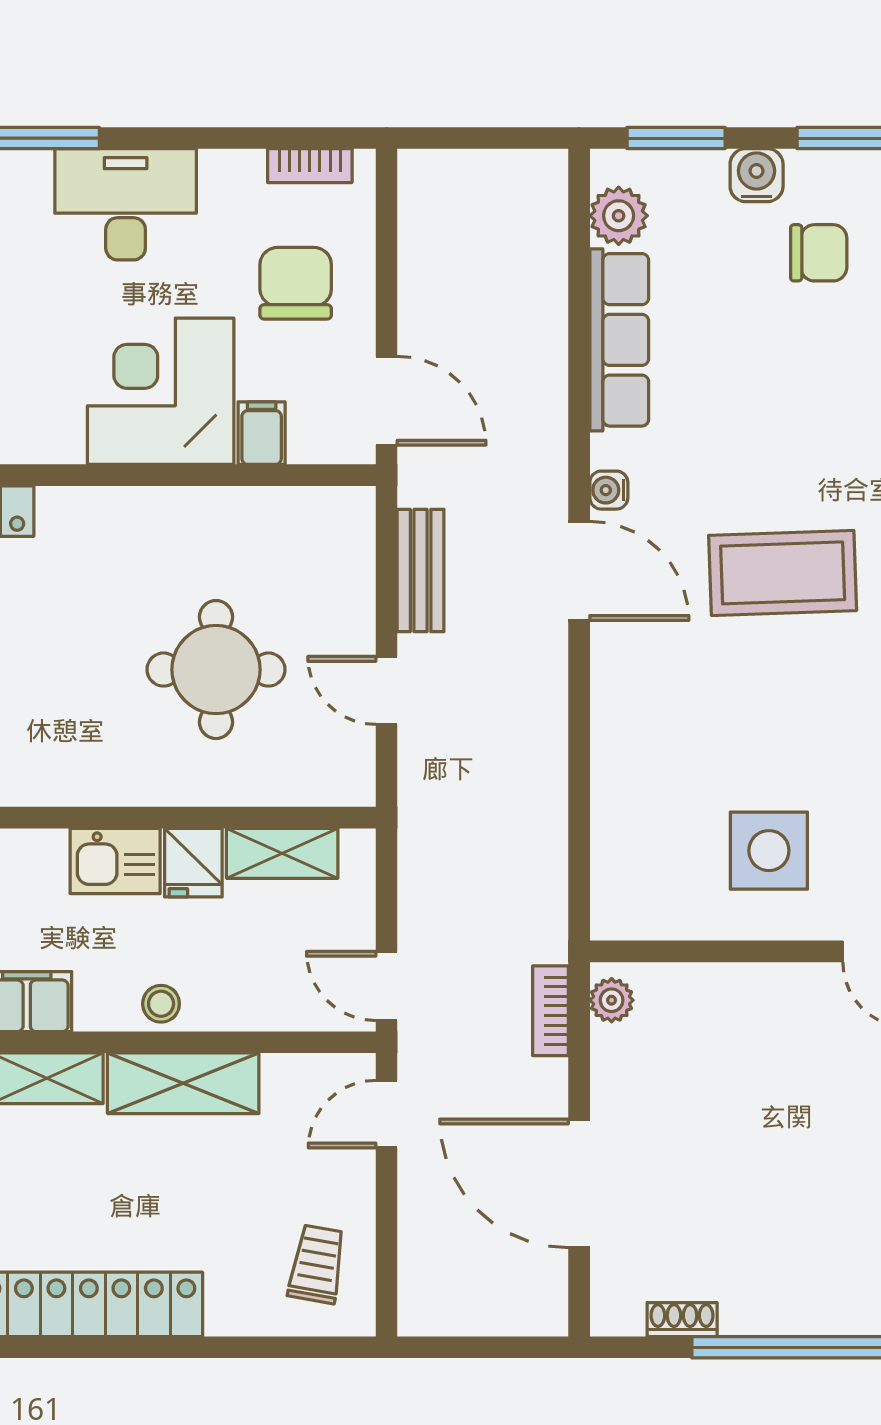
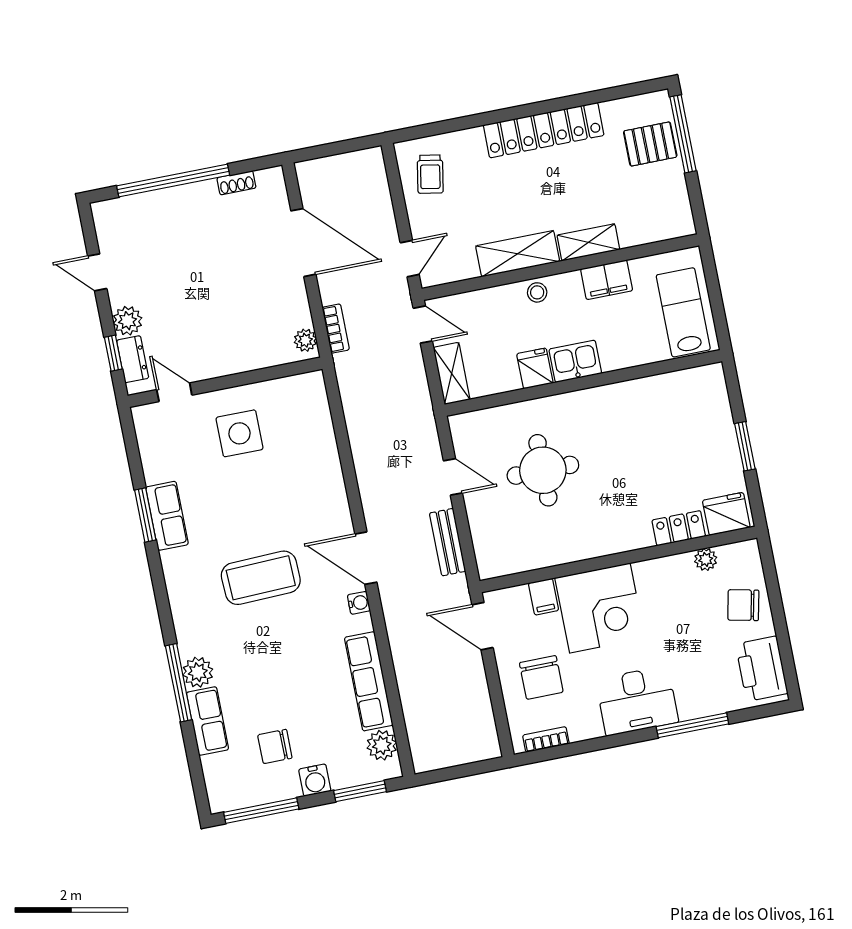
shelving: (282, 853) -> (452, 374), moved, turned 90

